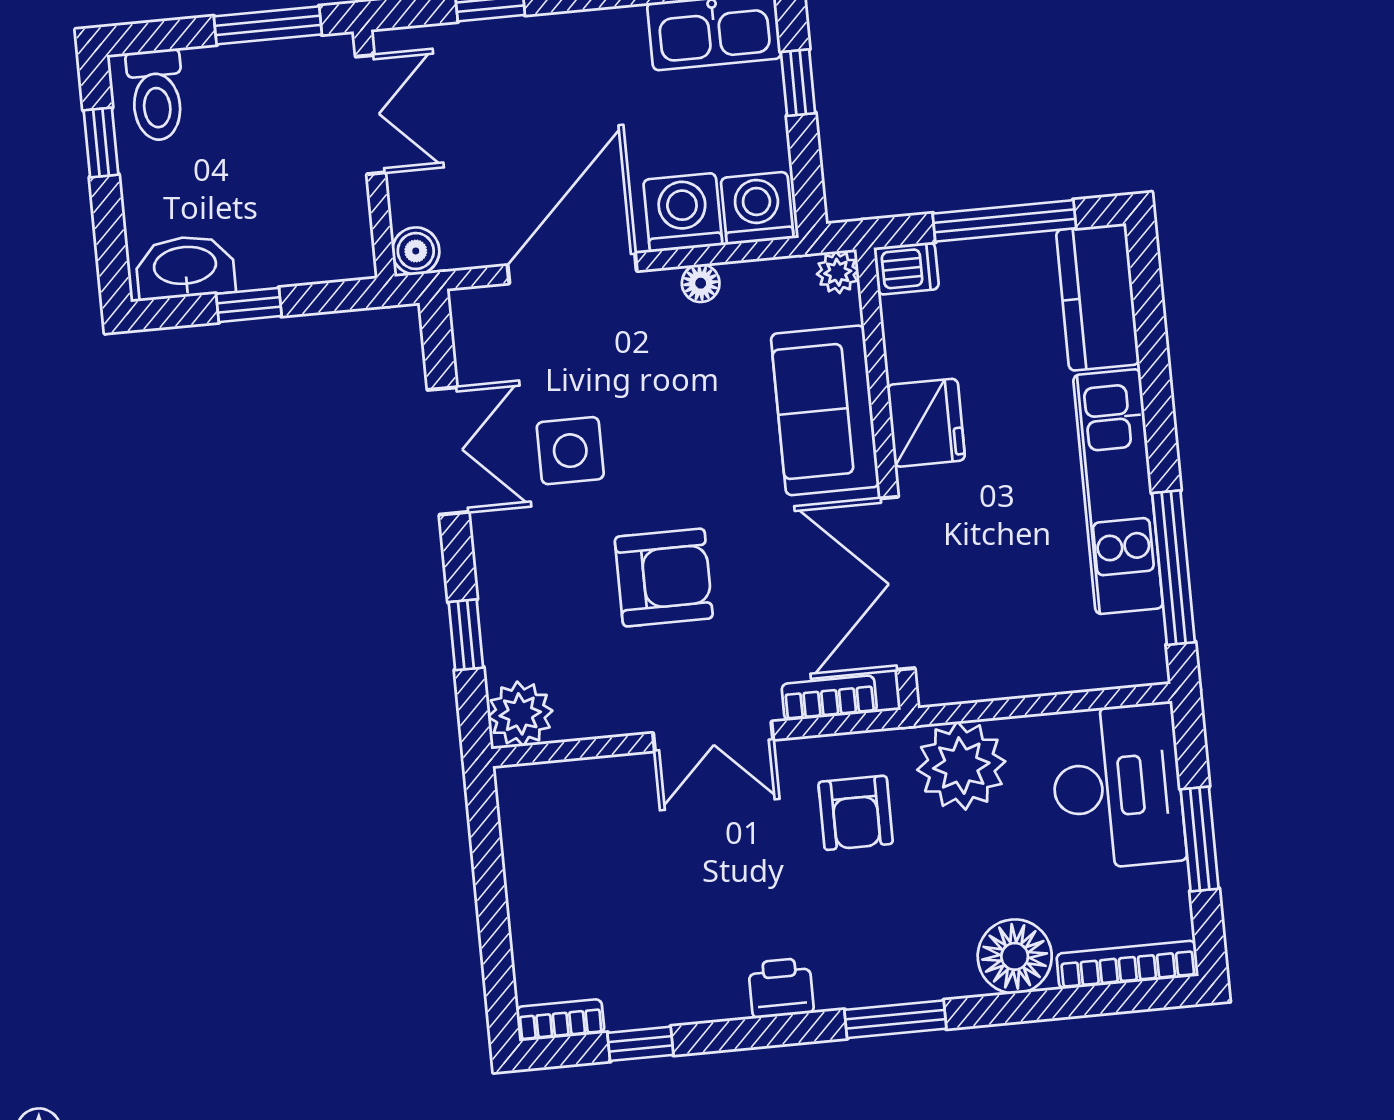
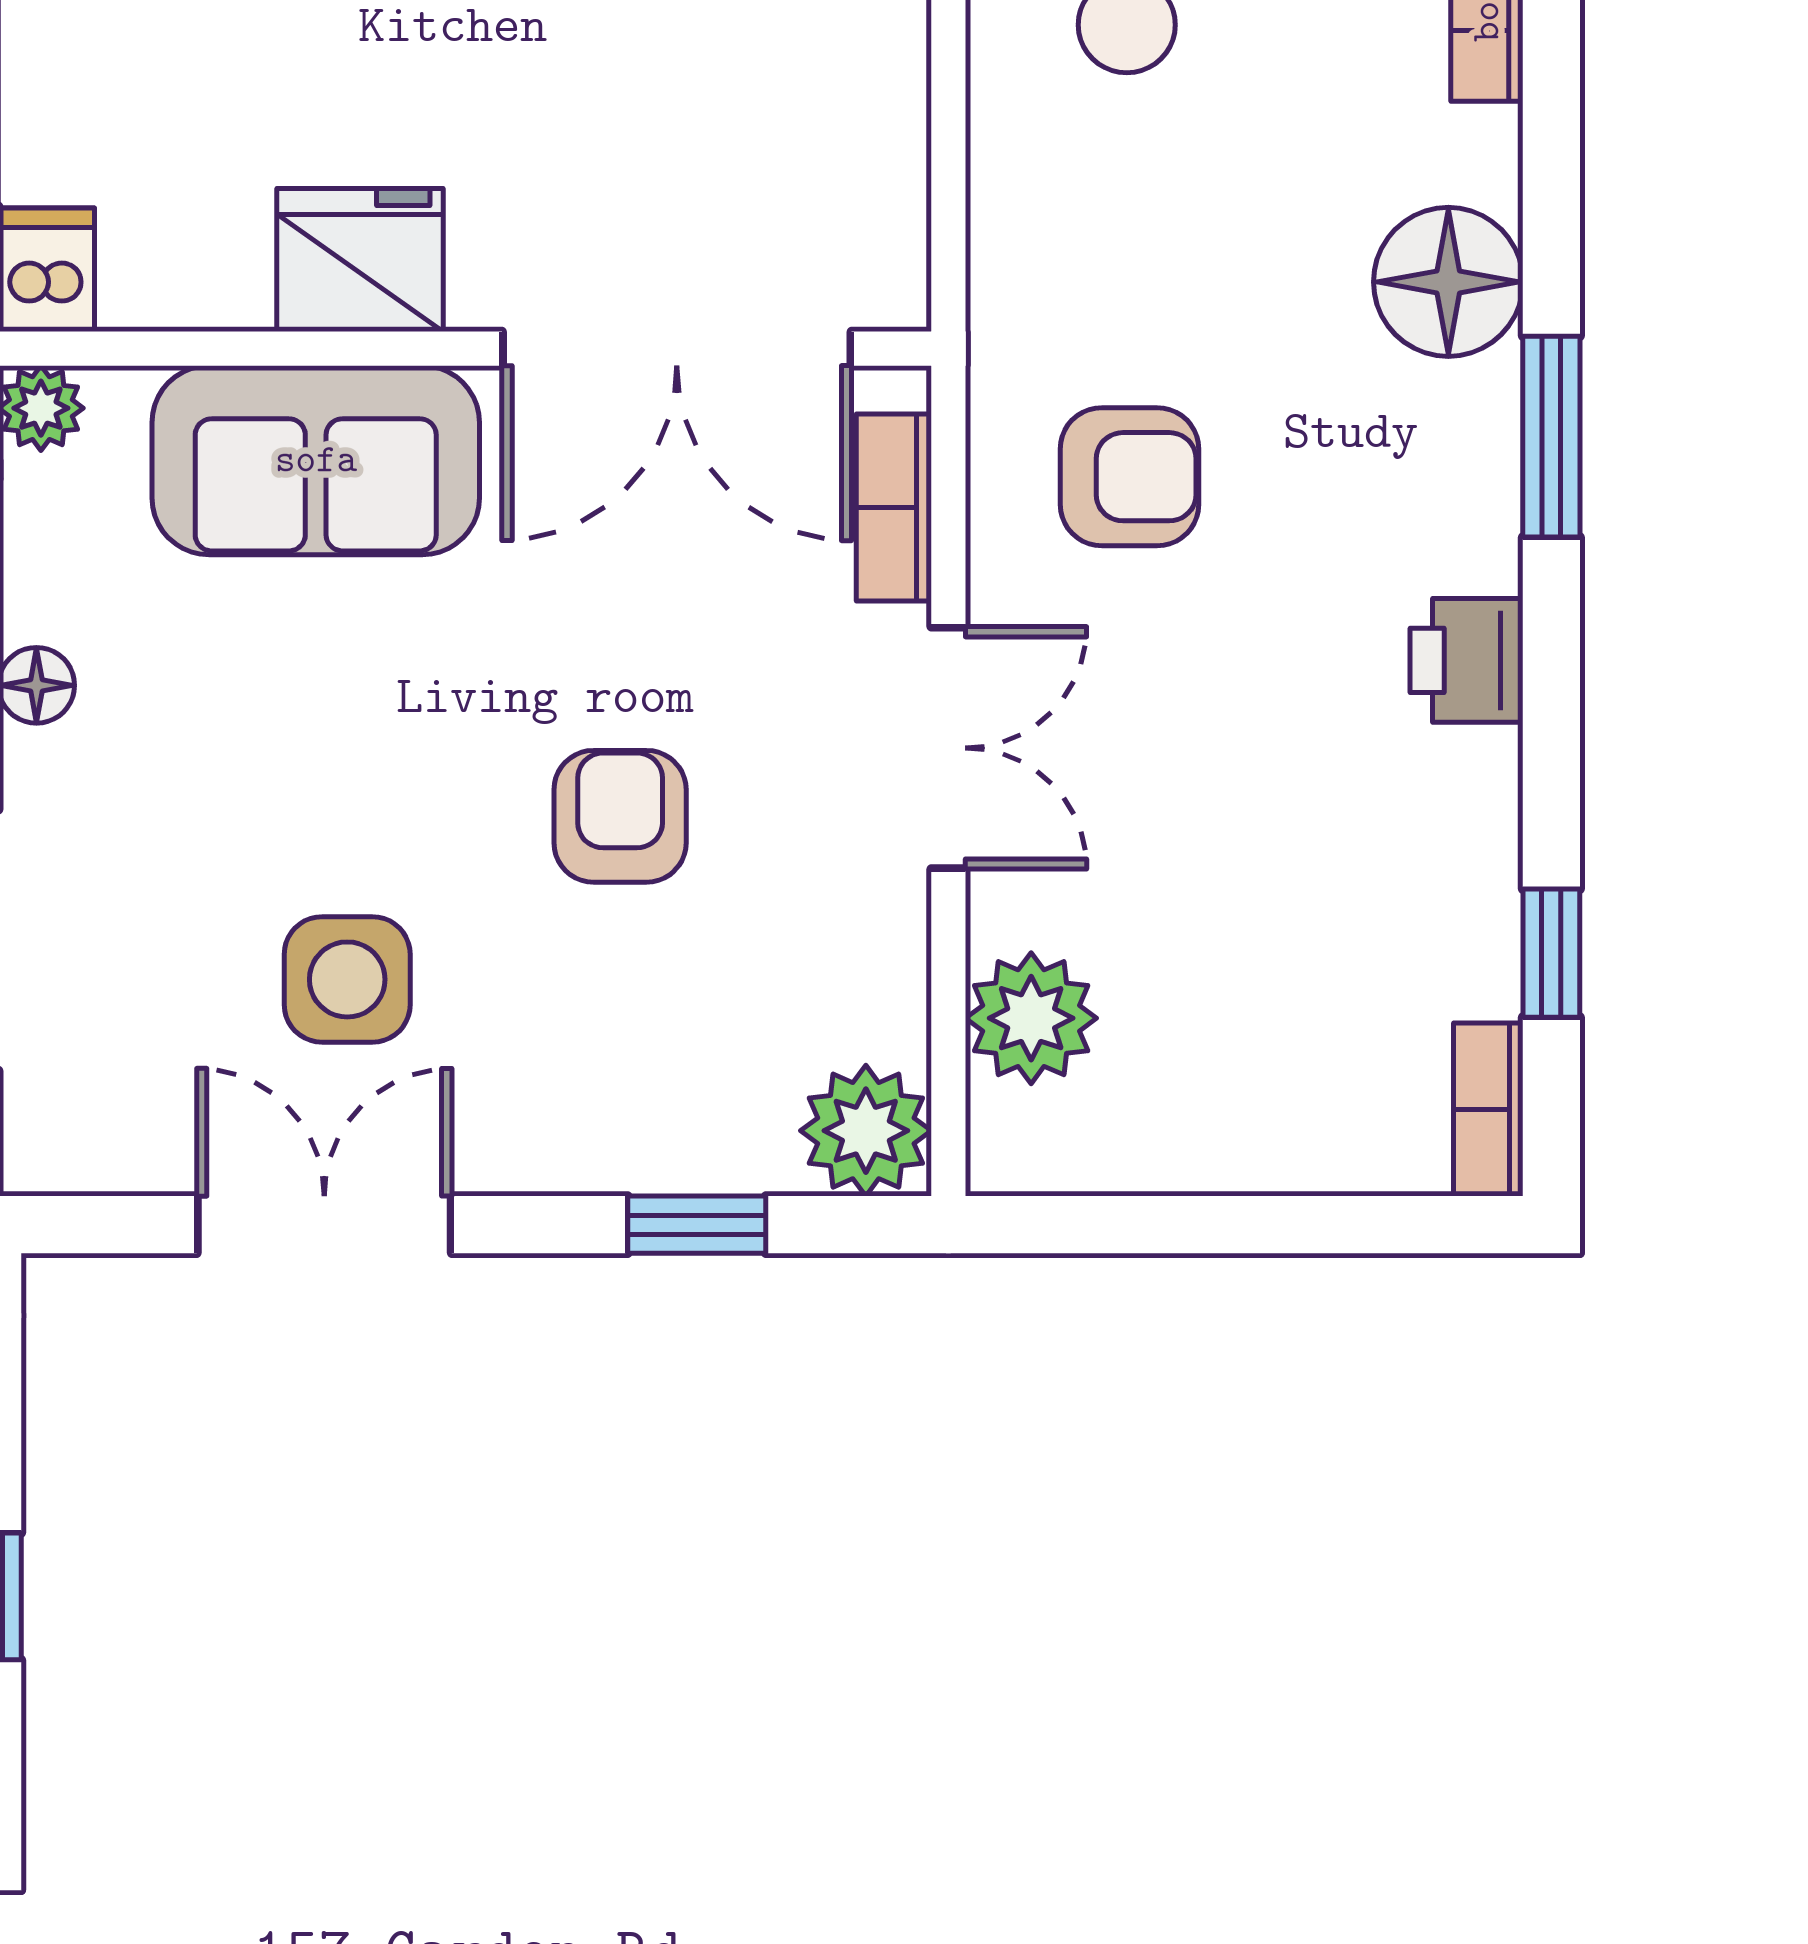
armchair: (664, 578) -> (620, 816), width x0.72, depth x0.72
plant: (961, 766) -> (1031, 1018), moved, width x0.73, depth x0.73
floor lamp: (1015, 956) -> (1448, 282), moved

